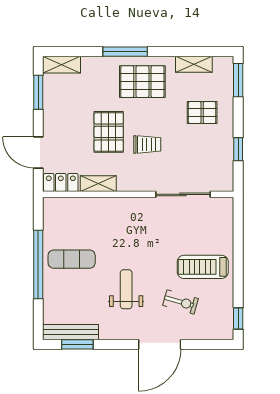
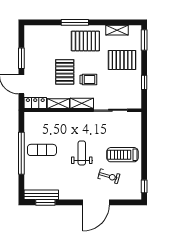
shelving: (62, 65) -> (82, 103), moved
window: (38, 92) -> (21, 58), moved
pallet: (202, 113) -> (122, 60), width x1.50, depth x1.42
weight bench: (126, 289) -> (82, 153), moved

